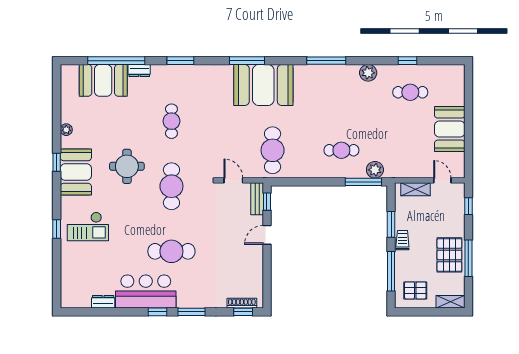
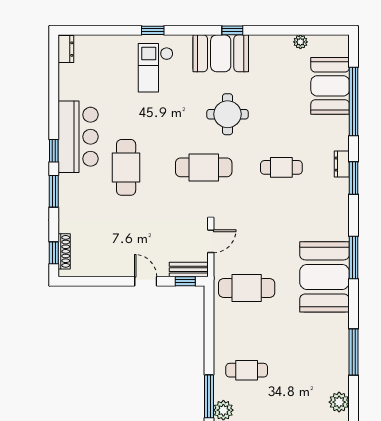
dresser: (139, 70) -> (342, 164), moved
plant: (66, 130) -> (300, 42), moved
cafe table: (341, 150) -> (247, 370), turned 90
dresser: (103, 302) -> (66, 49), moved

